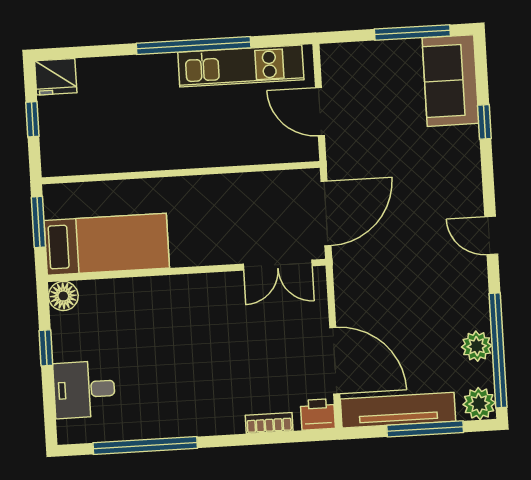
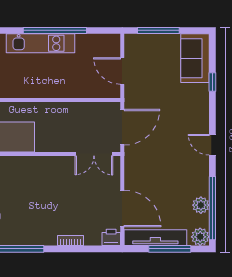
window: (412, 32) -> (158, 30), moved
kitchen unit: (241, 66) -> (41, 43), moved
bookcase: (269, 423) -> (70, 241), moved

